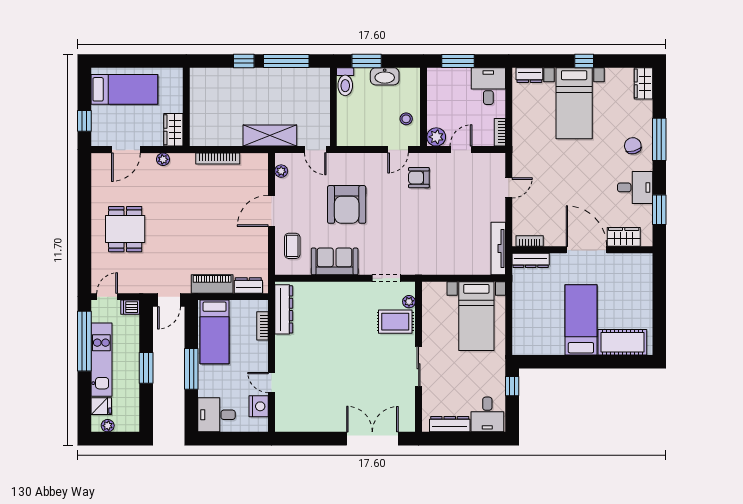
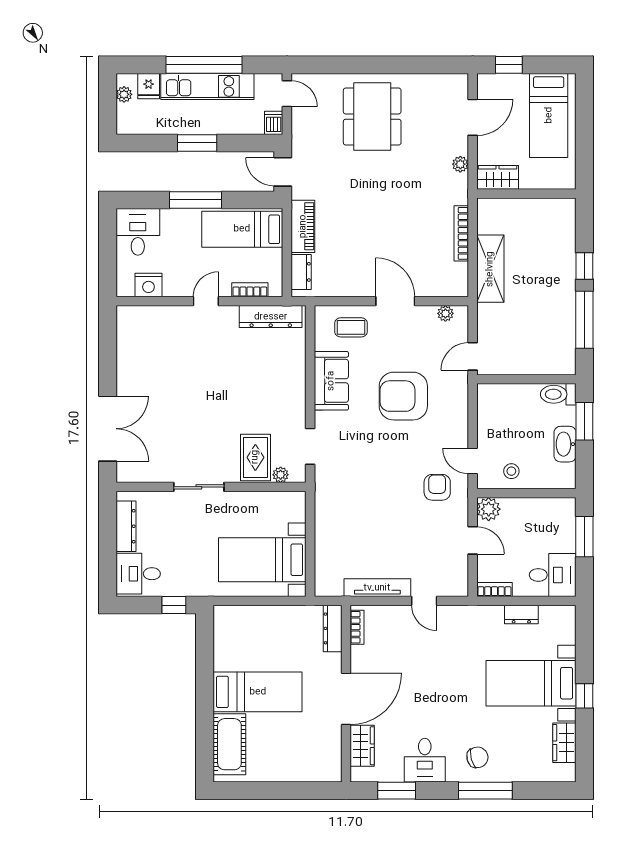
dresser: (529, 75) -> (521, 614), moved, turned -90
wardrobe: (643, 83) -> (564, 743), moved, turned -90
shelving: (270, 136) -> (490, 269), moved
door: (126, 150) -> (473, 117), swing flipped
dining table: (125, 229) -> (372, 117), width x1.38
tv unit: (498, 248) -> (377, 588), moved
window: (84, 341) -> (204, 65), moved
door: (272, 383) -> (206, 301), moved

